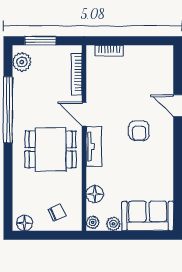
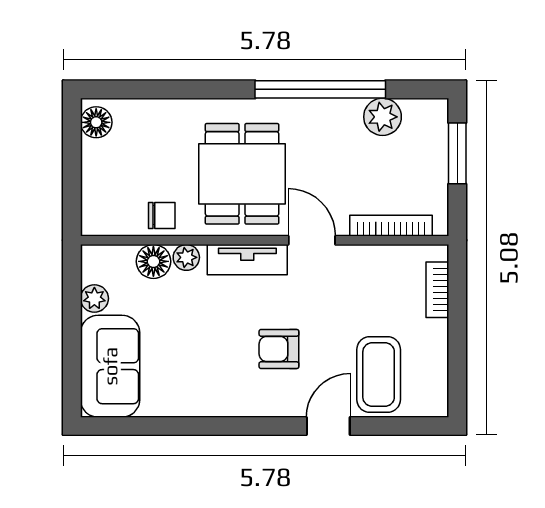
plant: (22, 62) -> (383, 117), moved
coffee table: (152, 80) -> (379, 375), added
door: (84, 114) -> (312, 240), hinge flipped
chair: (57, 212) -> (162, 215), moved, turned -65
plant: (93, 222) -> (186, 257), moved

